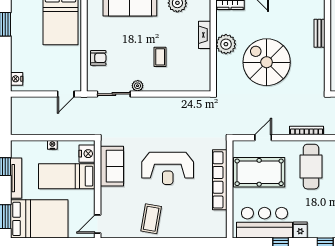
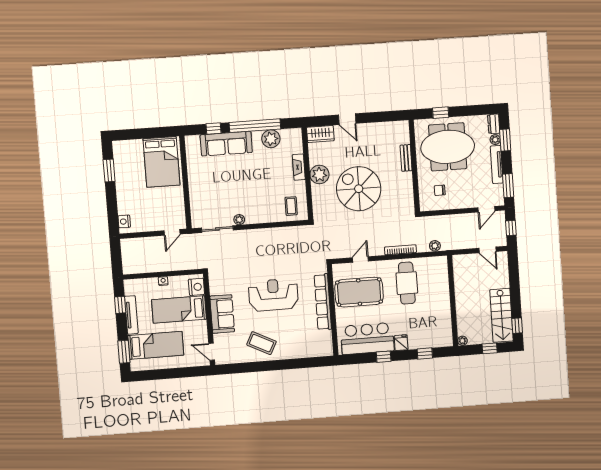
coffee table: (160, 57) -> (291, 206), moved
armchair: (98, 58) -> (200, 196), removed
sofa: (112, 166) -> (222, 314), moved
reception desk: (168, 168) -> (273, 295), turned 180
bed: (39, 219) -> (156, 345), width x0.67
coffee table: (151, 219) -> (261, 343), turned -73
door: (98, 224) -> (212, 352), hinge flipped

